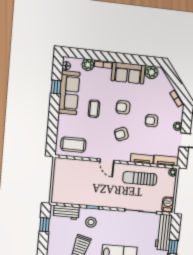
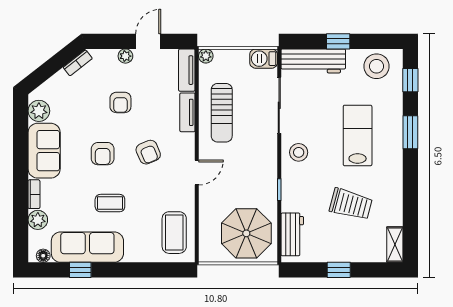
parasol: (69, 186) -> (246, 233), added
stool: (91, 222) -> (299, 152), moved
window: (44, 225) -> (339, 270), moved

